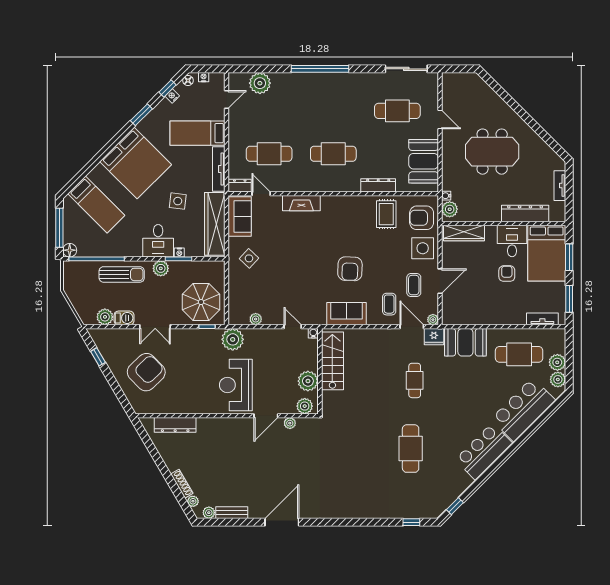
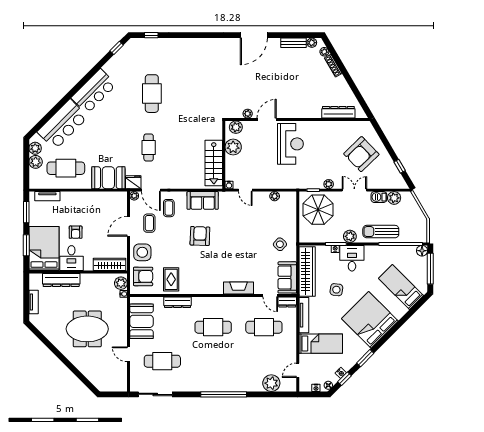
plant: (233, 339) -> (329, 184), moved, width x0.53, depth x0.53

